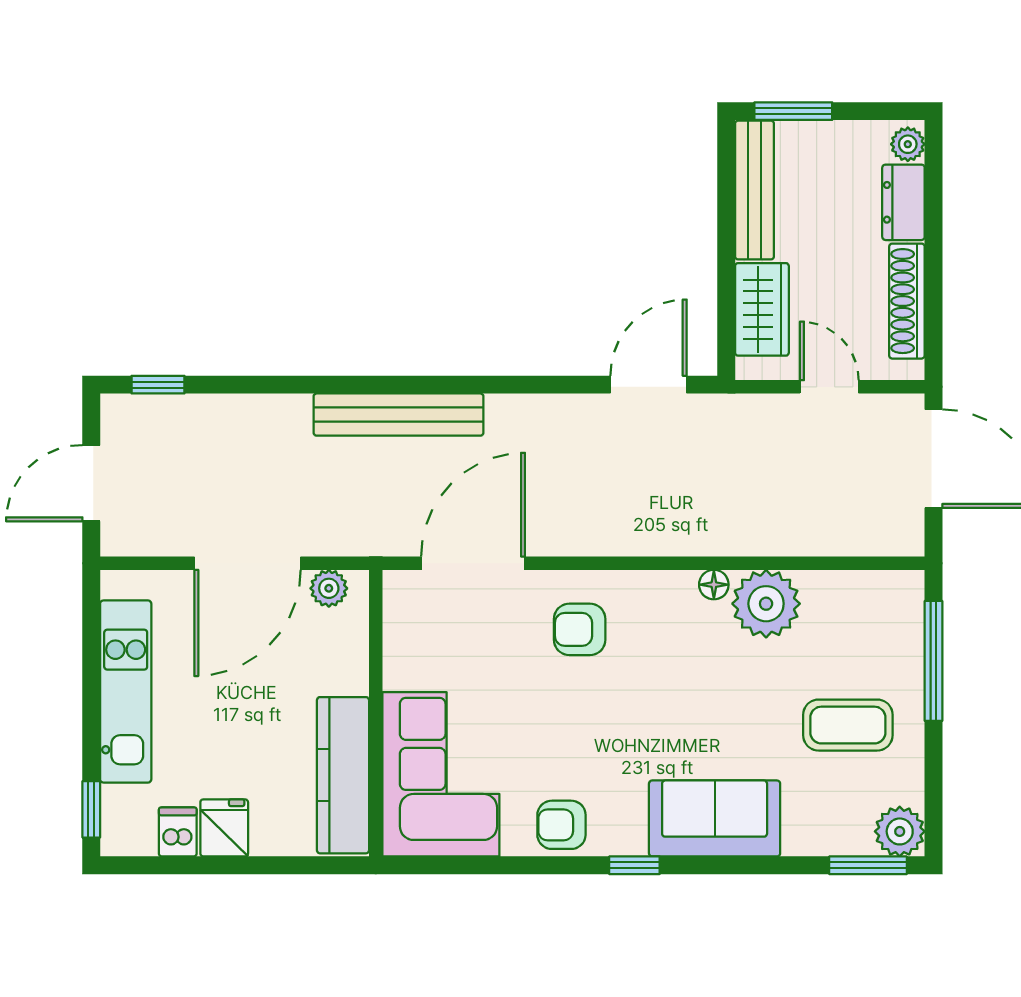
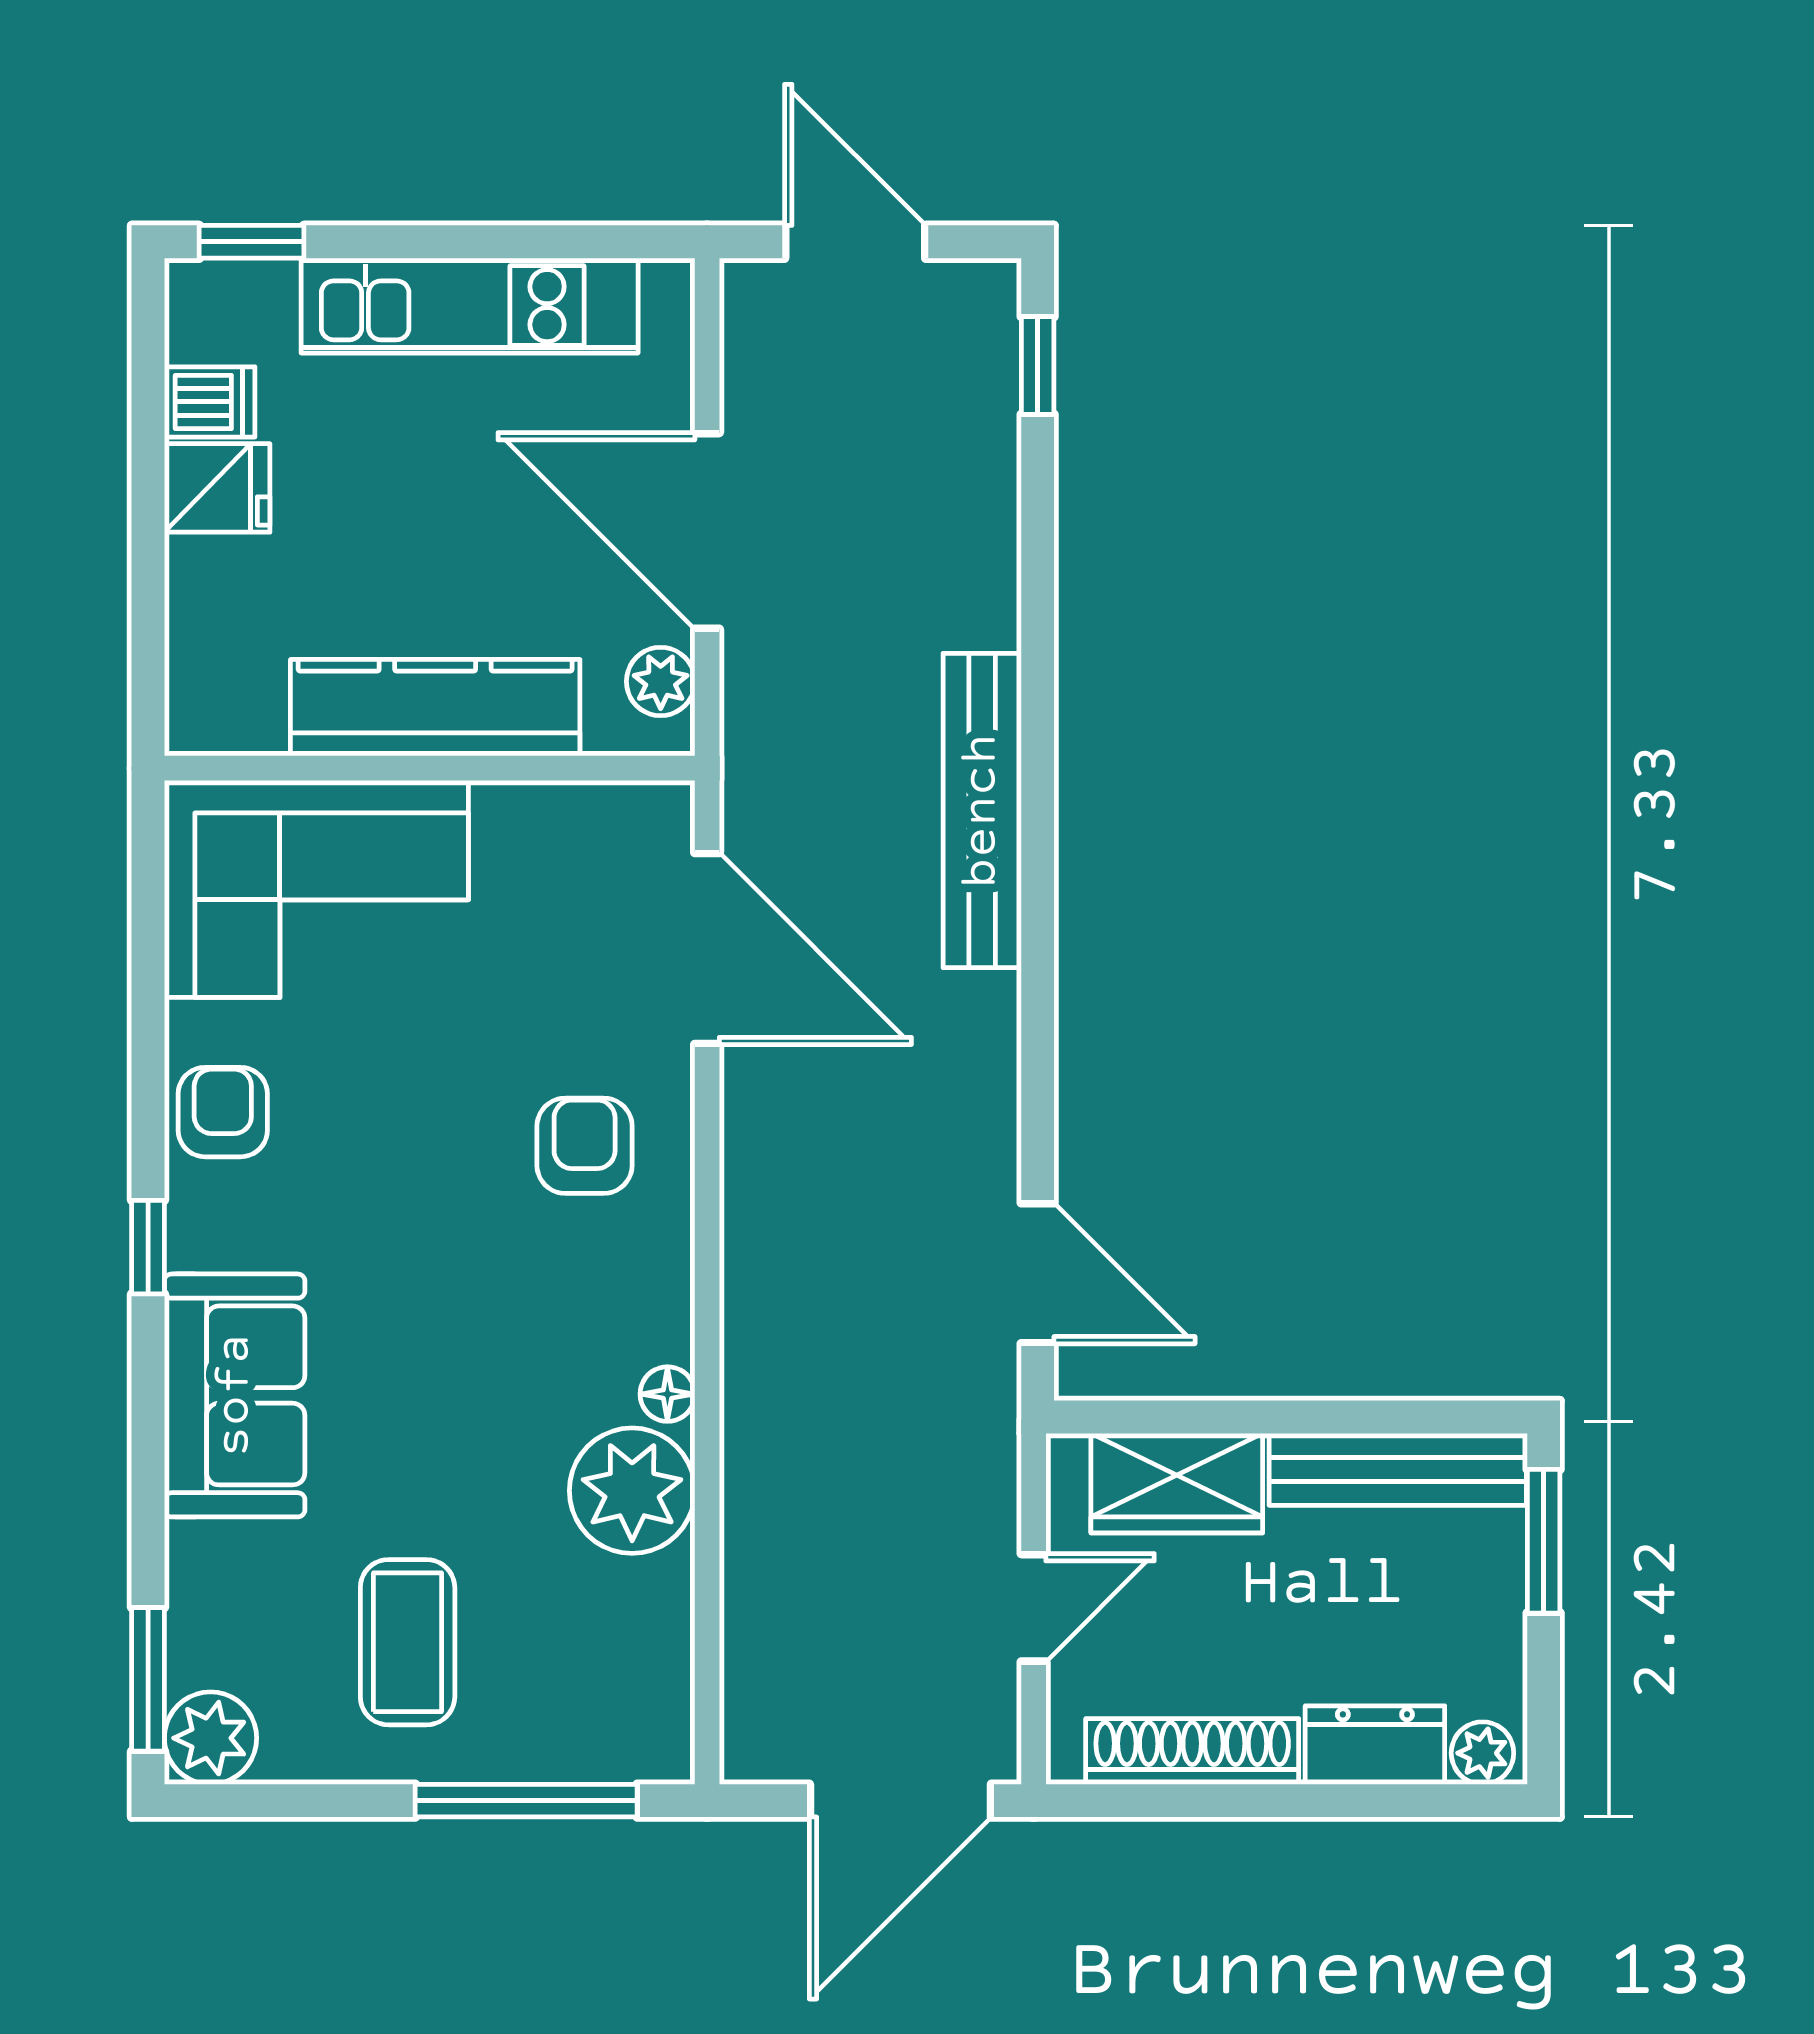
kitchen counter: (343, 775) -> (435, 708), moved

